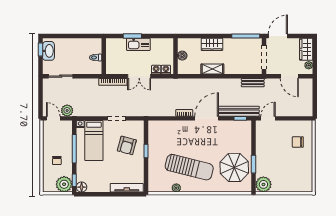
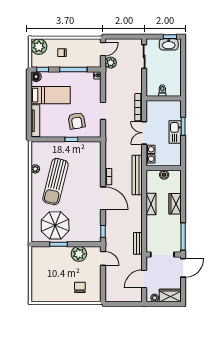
door: (278, 36) -> (183, 268), hinge flipped
bench: (239, 111) -> (137, 175), moved
bed: (94, 141) -> (51, 95), moved, turned 180
armchair: (127, 145) -> (77, 121), turned -115
plant: (64, 184) -> (39, 47), moved
plant: (263, 184) -> (79, 254), moved

